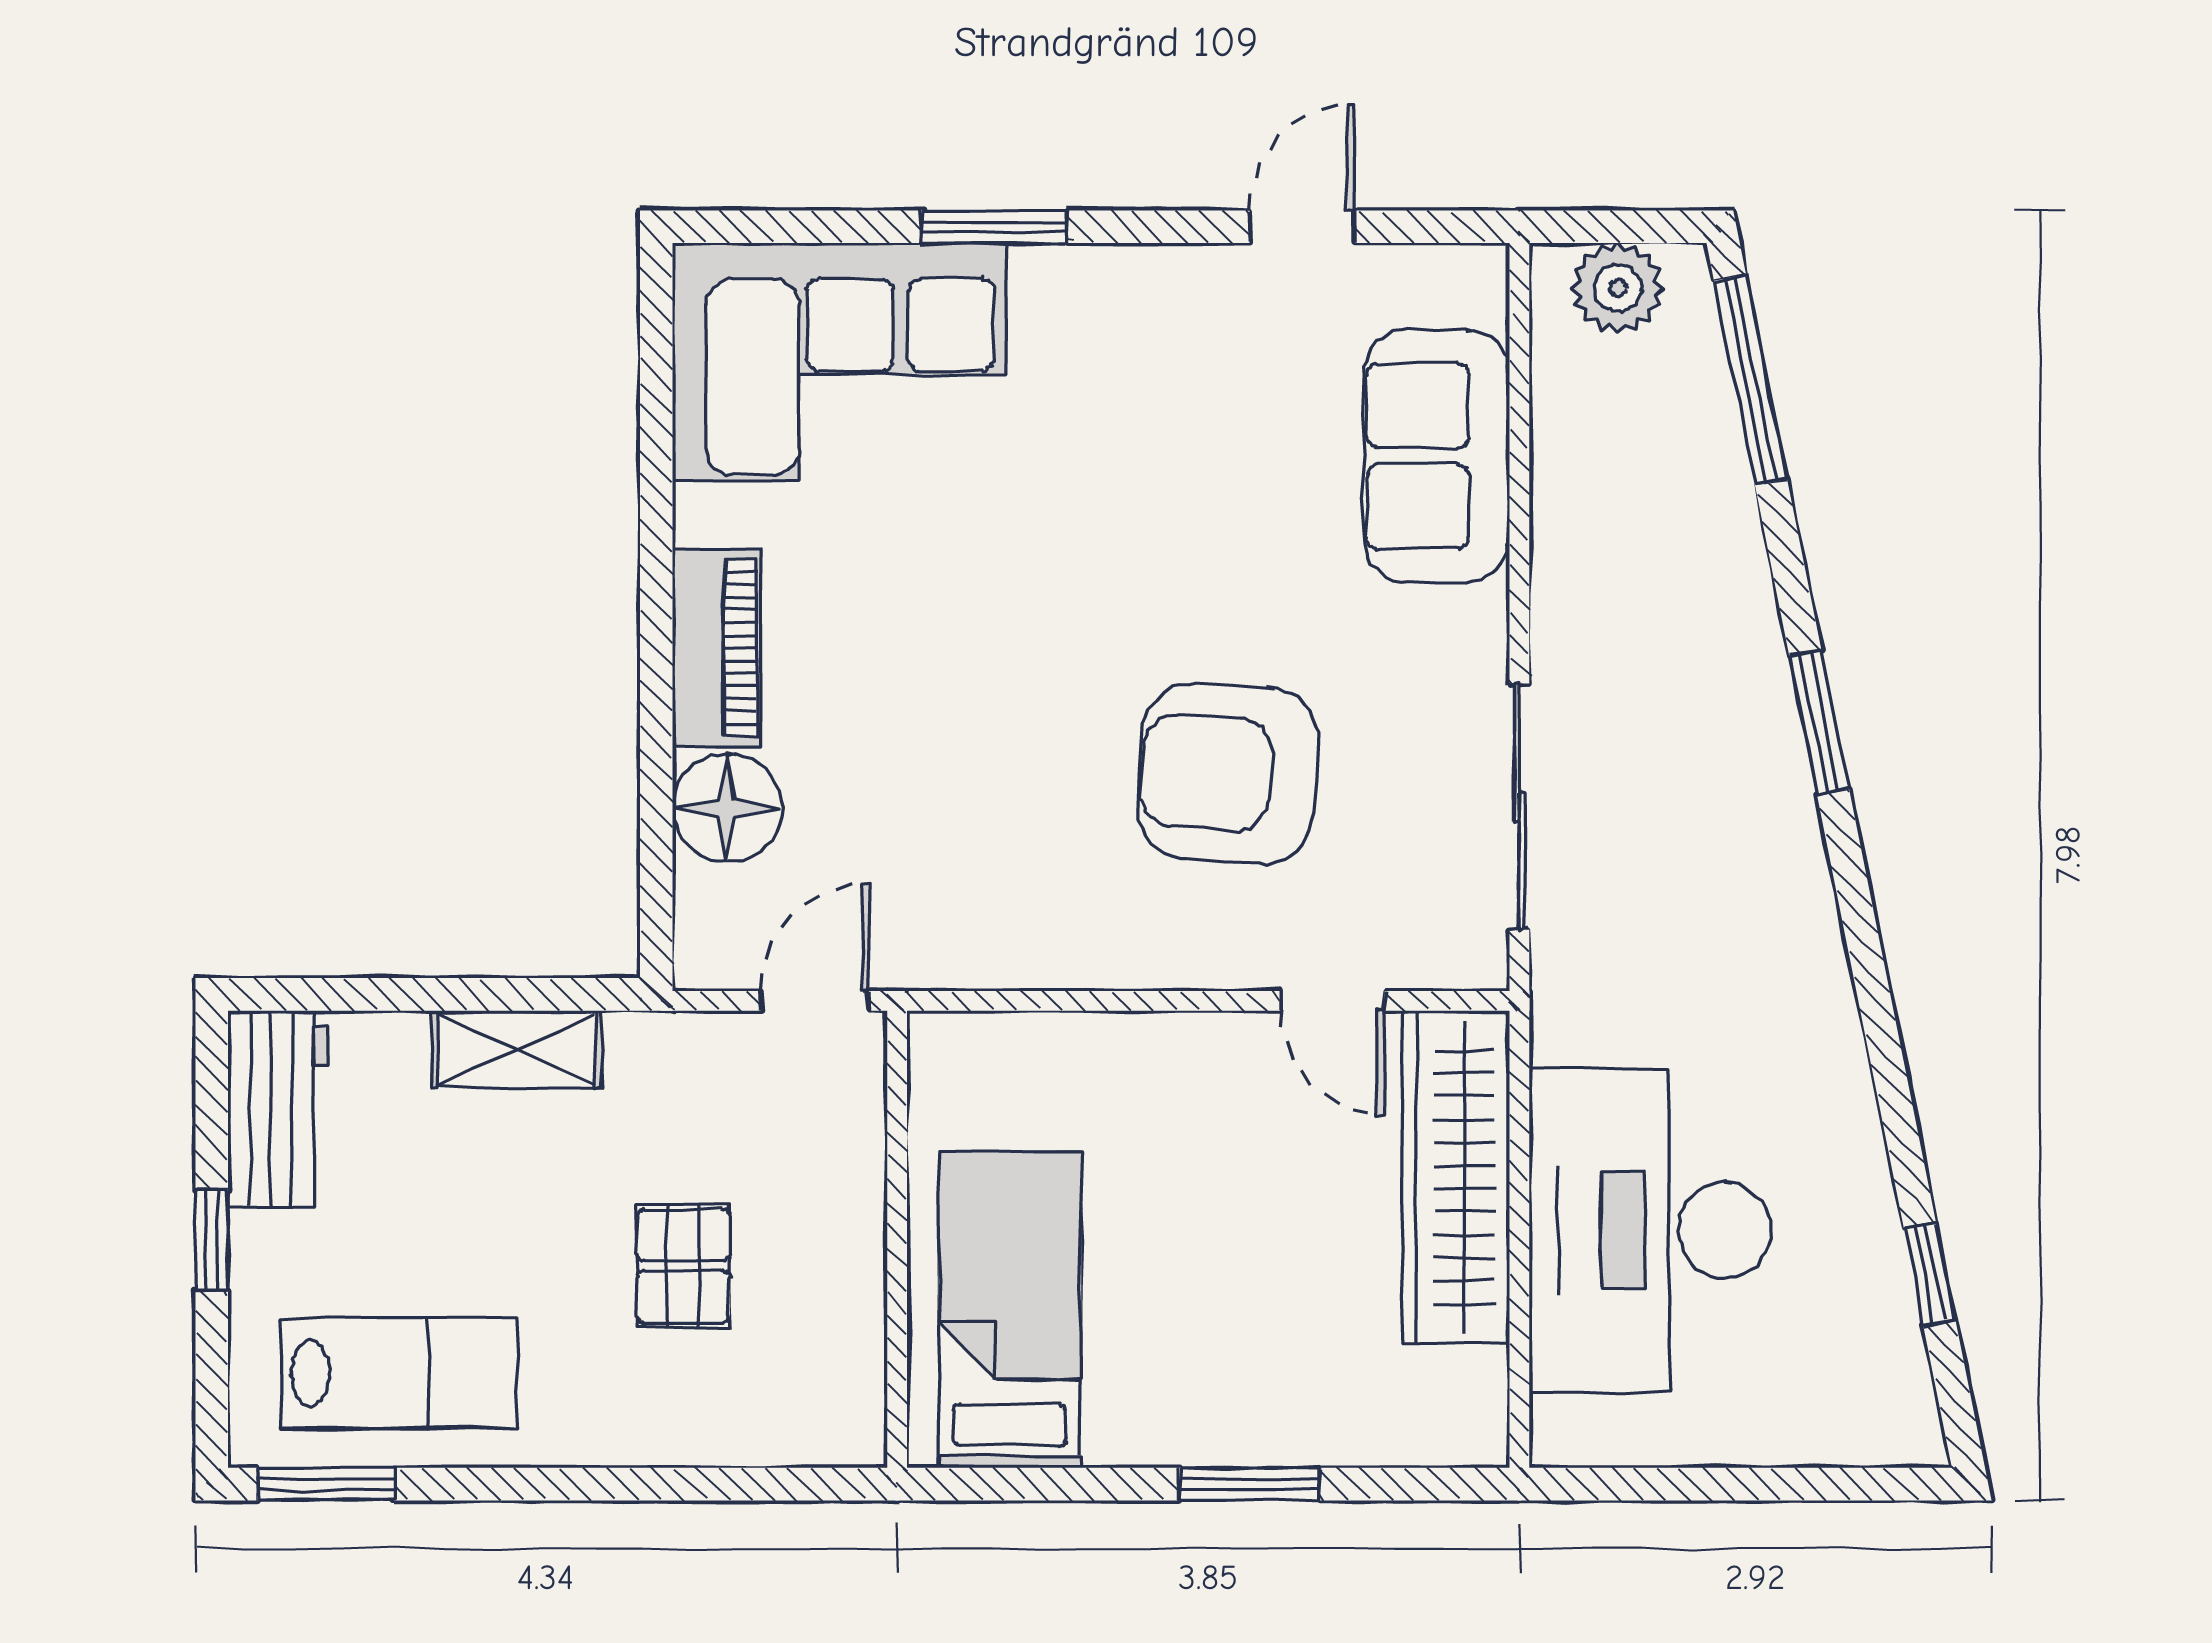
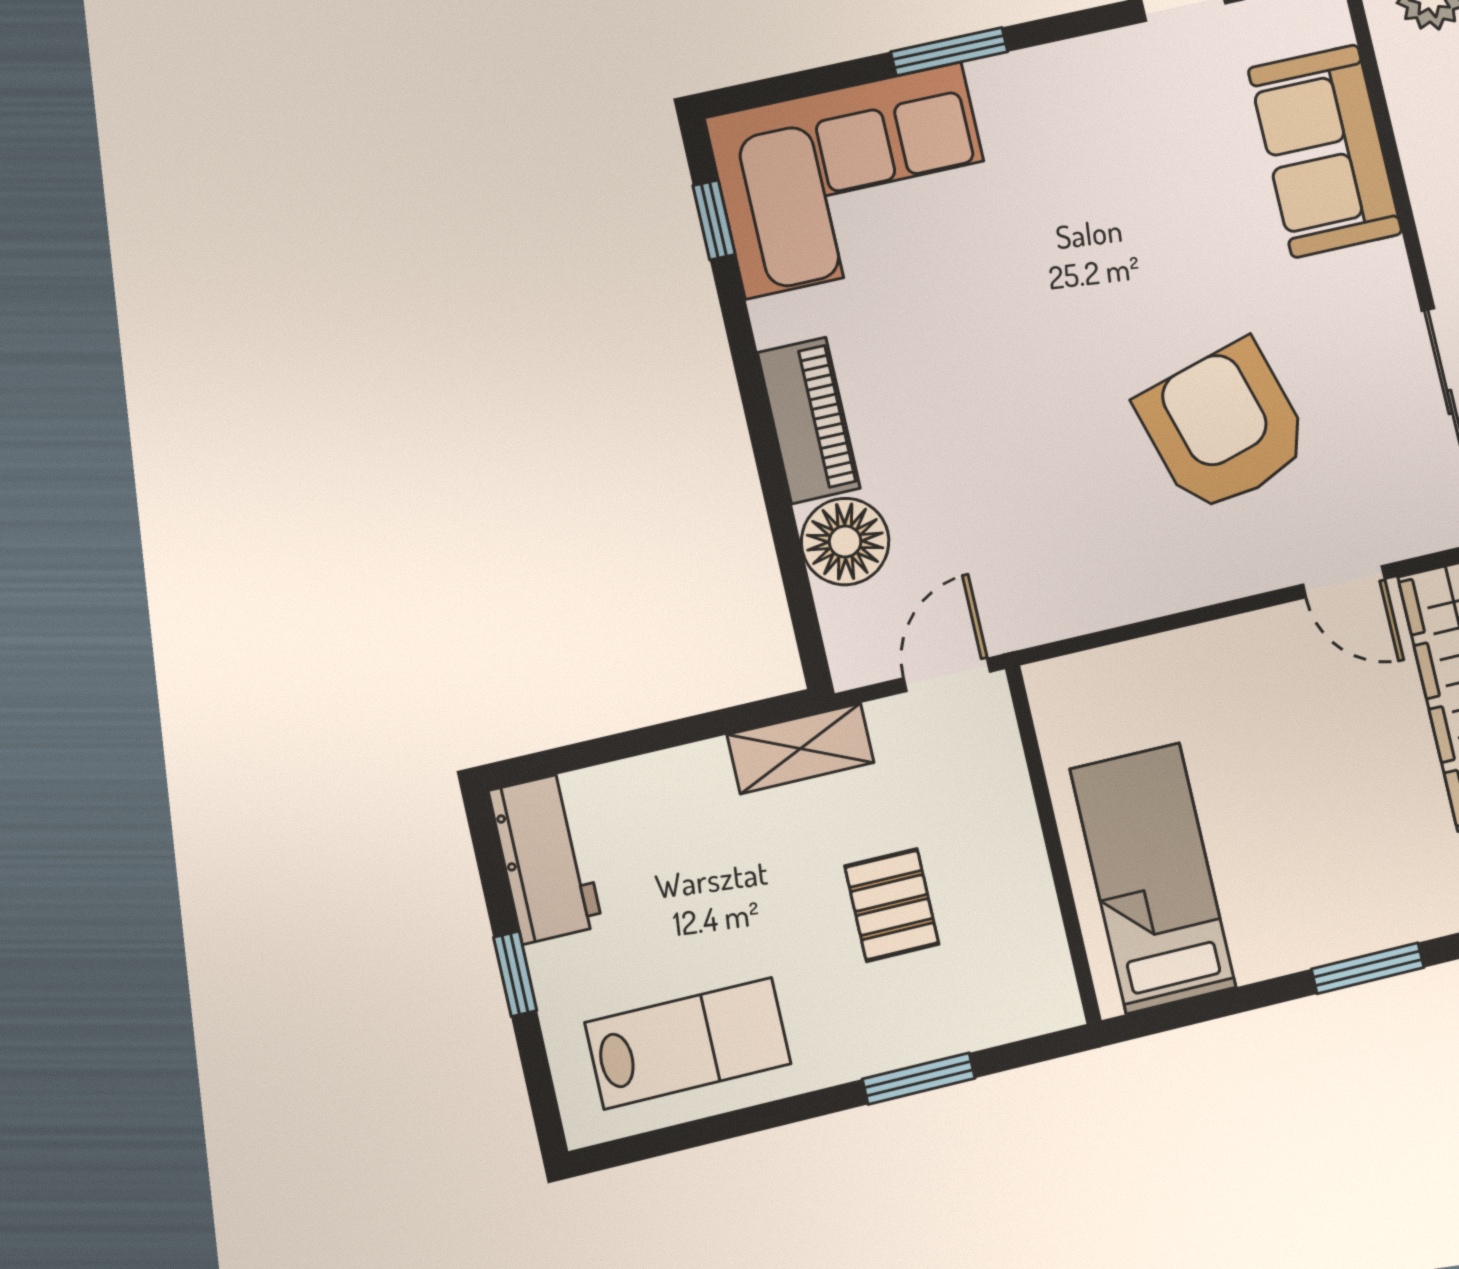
window: (656, 373) -> (714, 220), added
armchair: (1228, 774) -> (1224, 427), turned 71
shelving: (516, 1049) -> (801, 749), moved
window: (326, 1484) -> (919, 1079), moved

